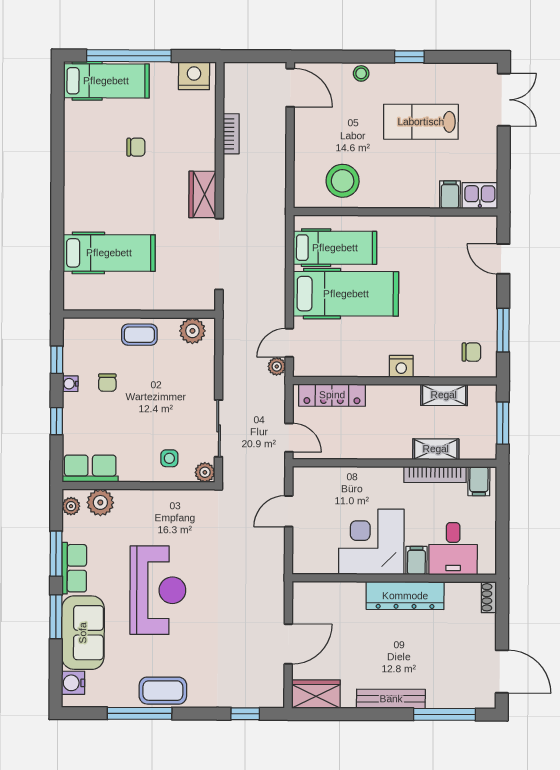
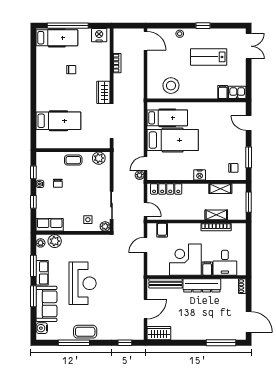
filing cabinet: (479, 481) -> (162, 230), moved
bench: (391, 699) -> (166, 283), moved

